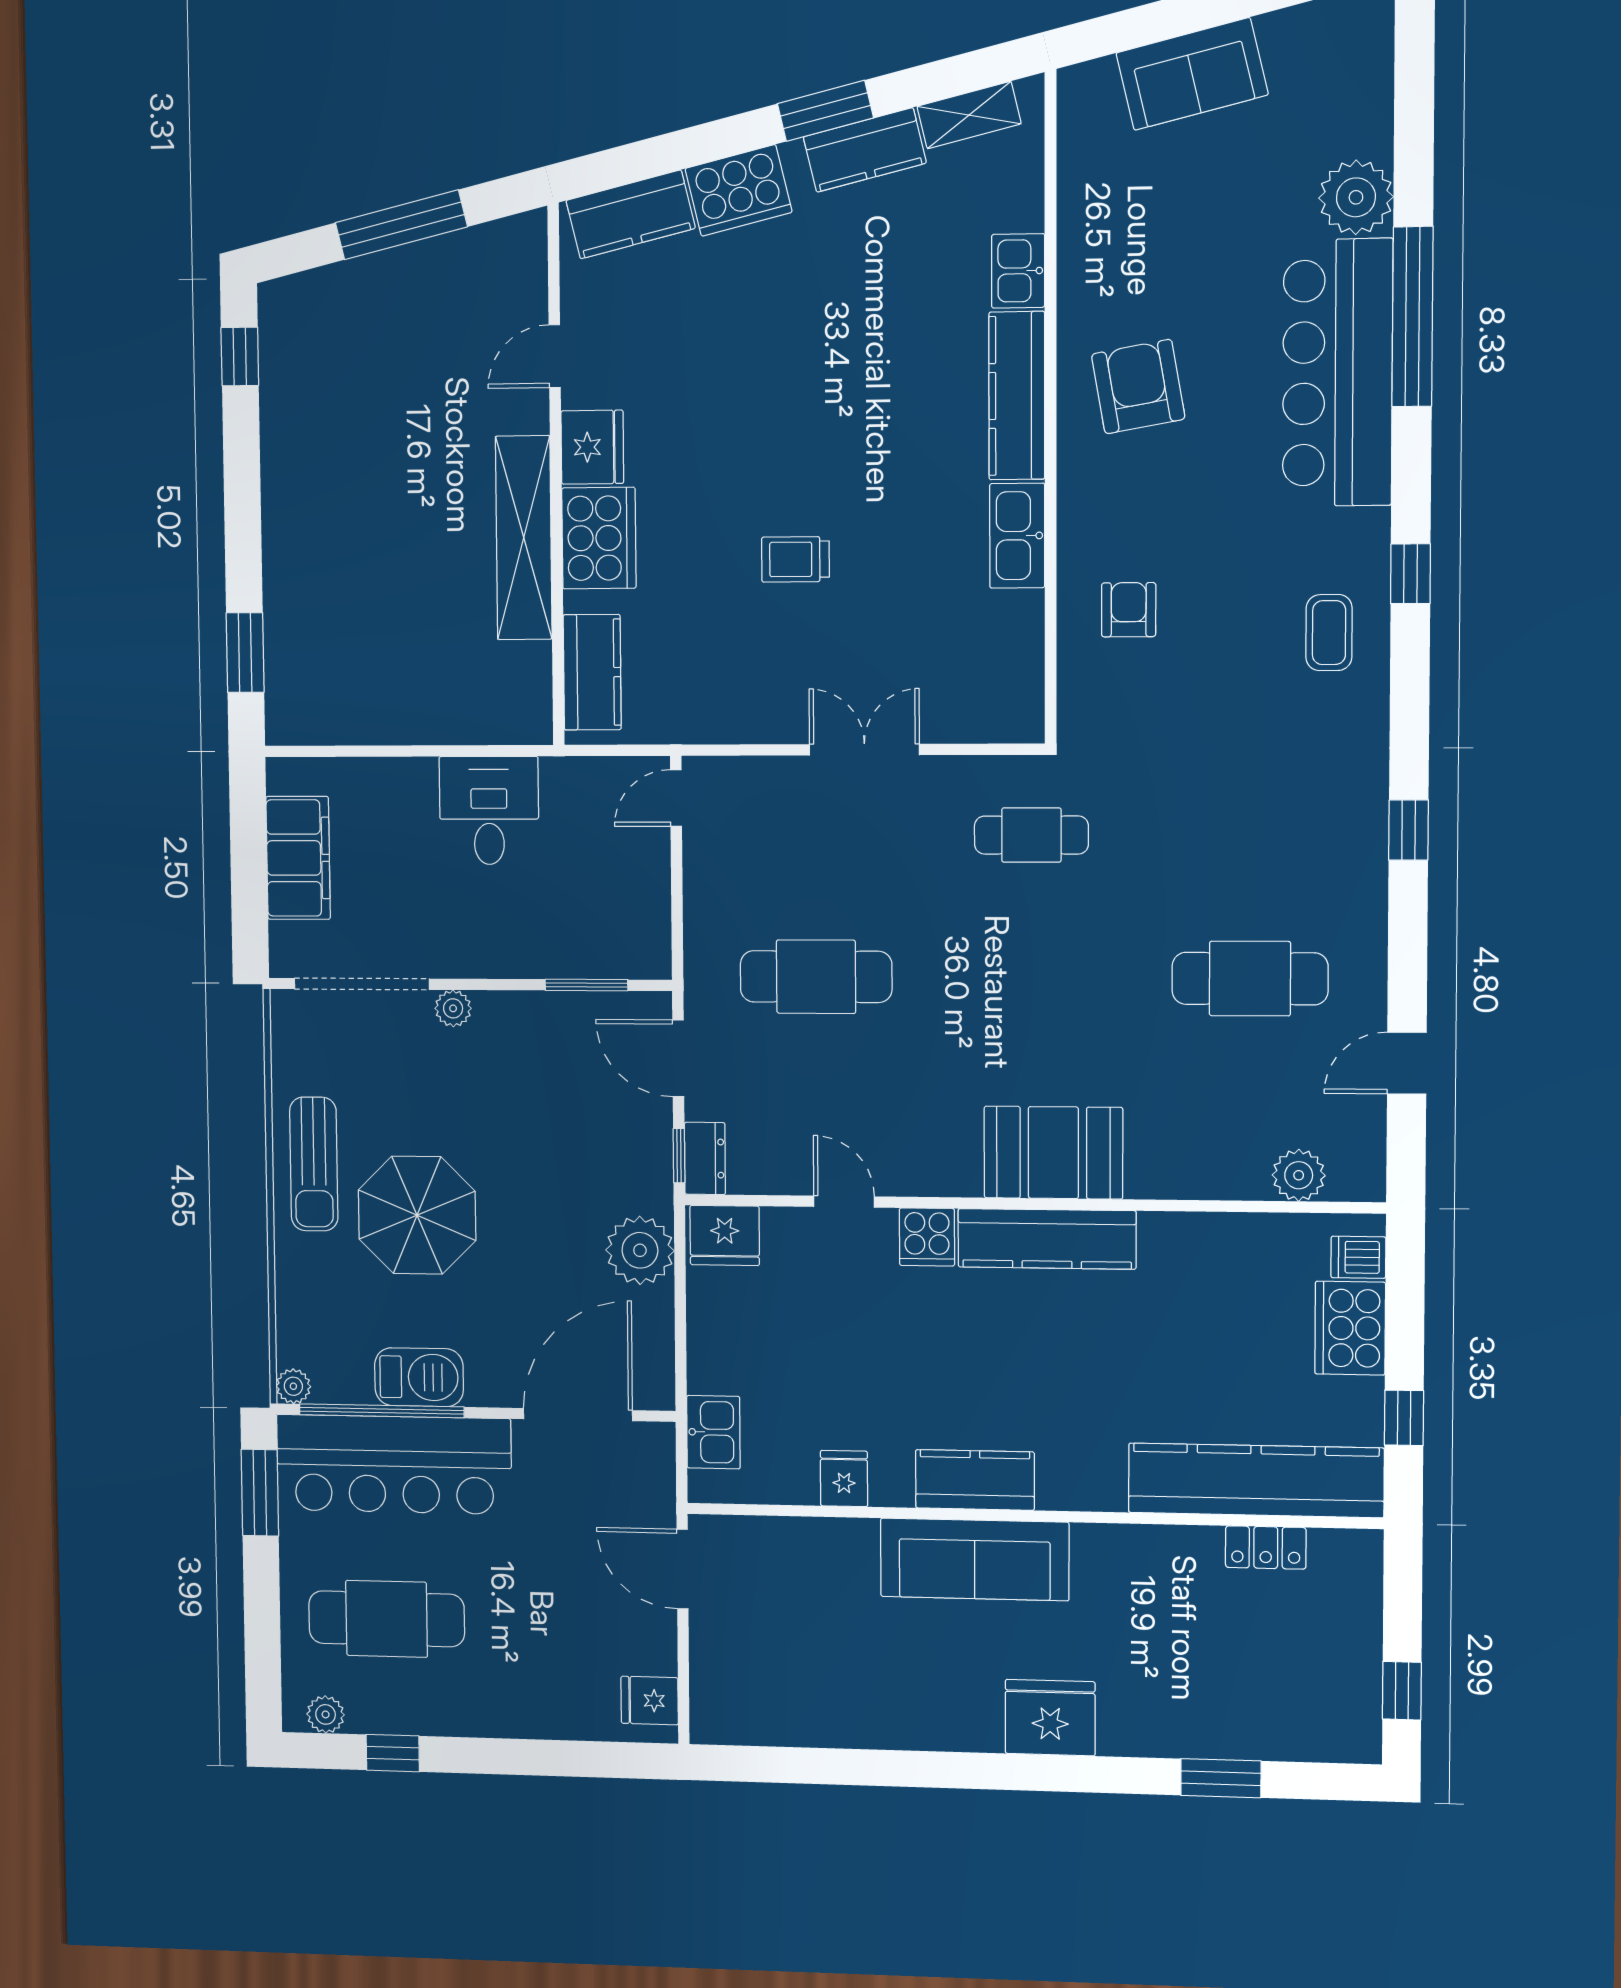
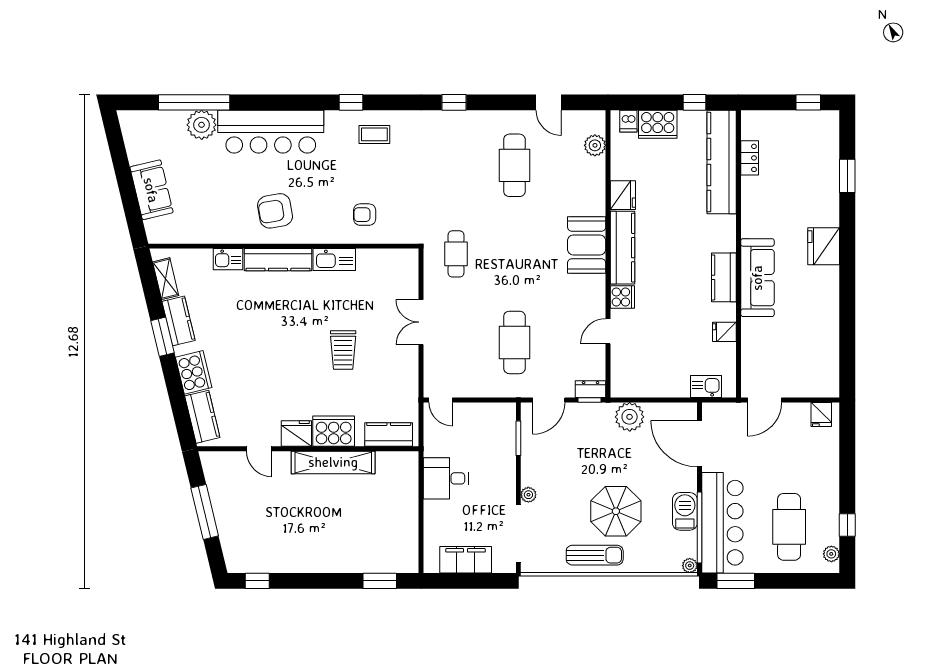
window: (1412, 317) -> (194, 102), moved
trolley: (795, 559) -> (343, 350), width x1.36, depth x1.39
fridge: (725, 1235) -> (623, 195), moved

